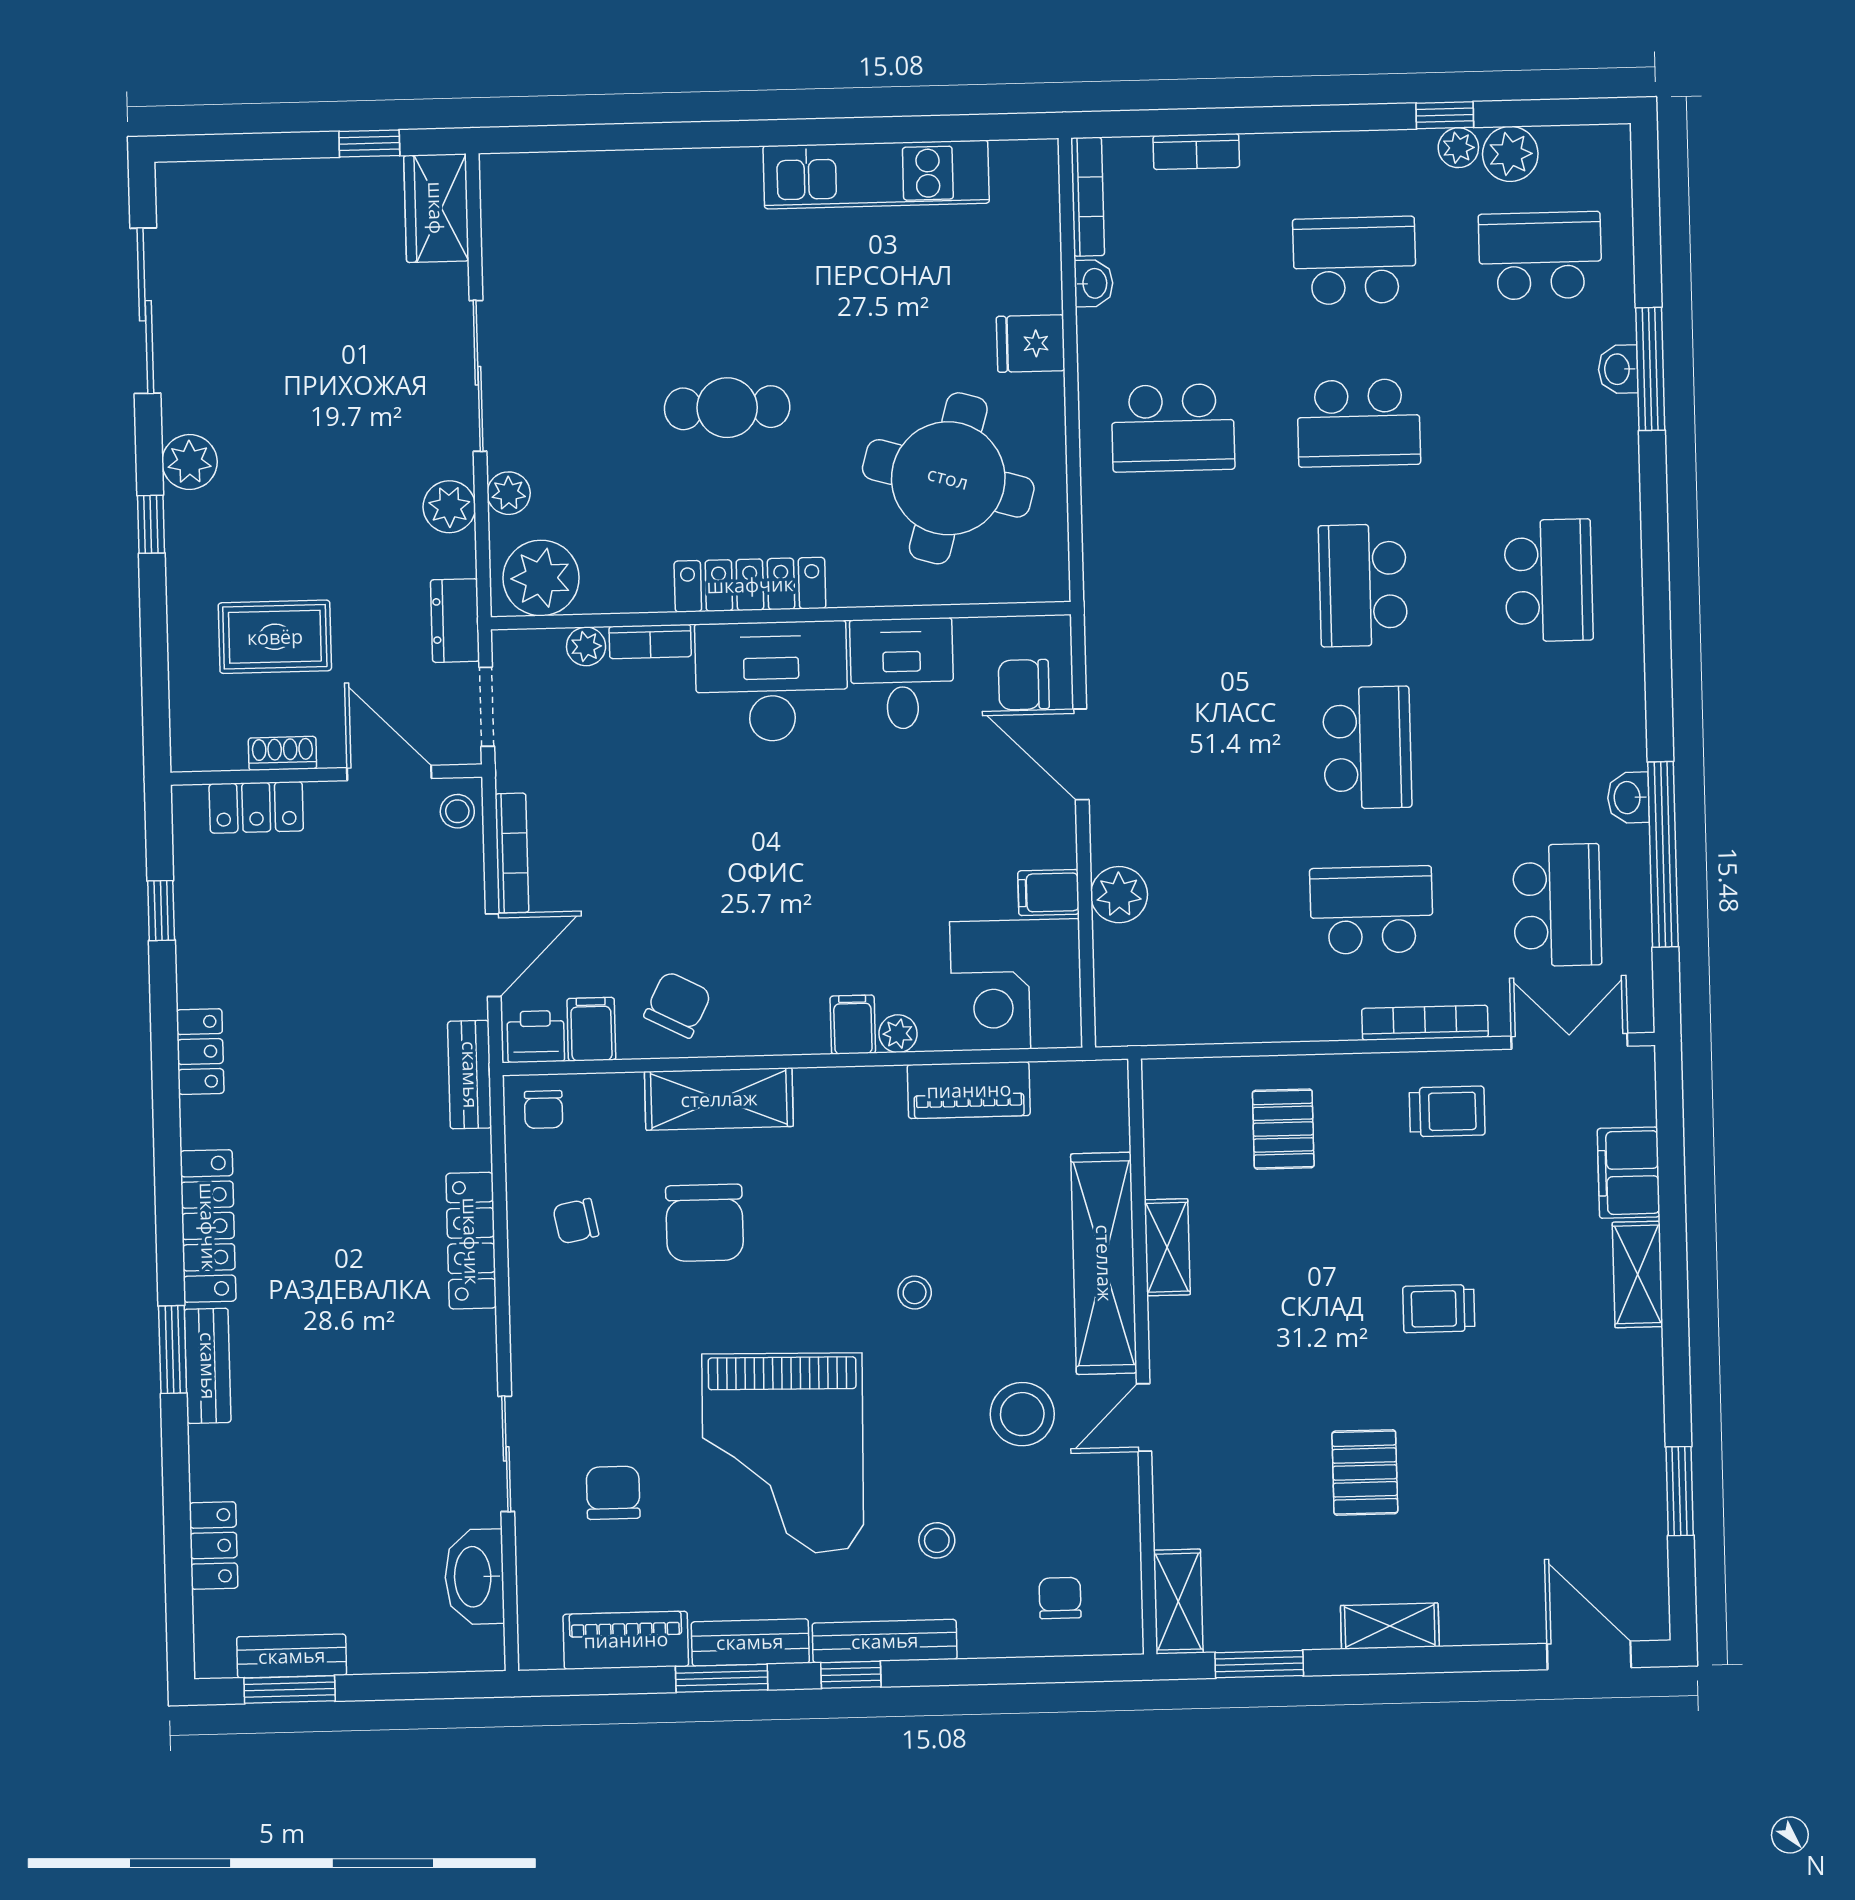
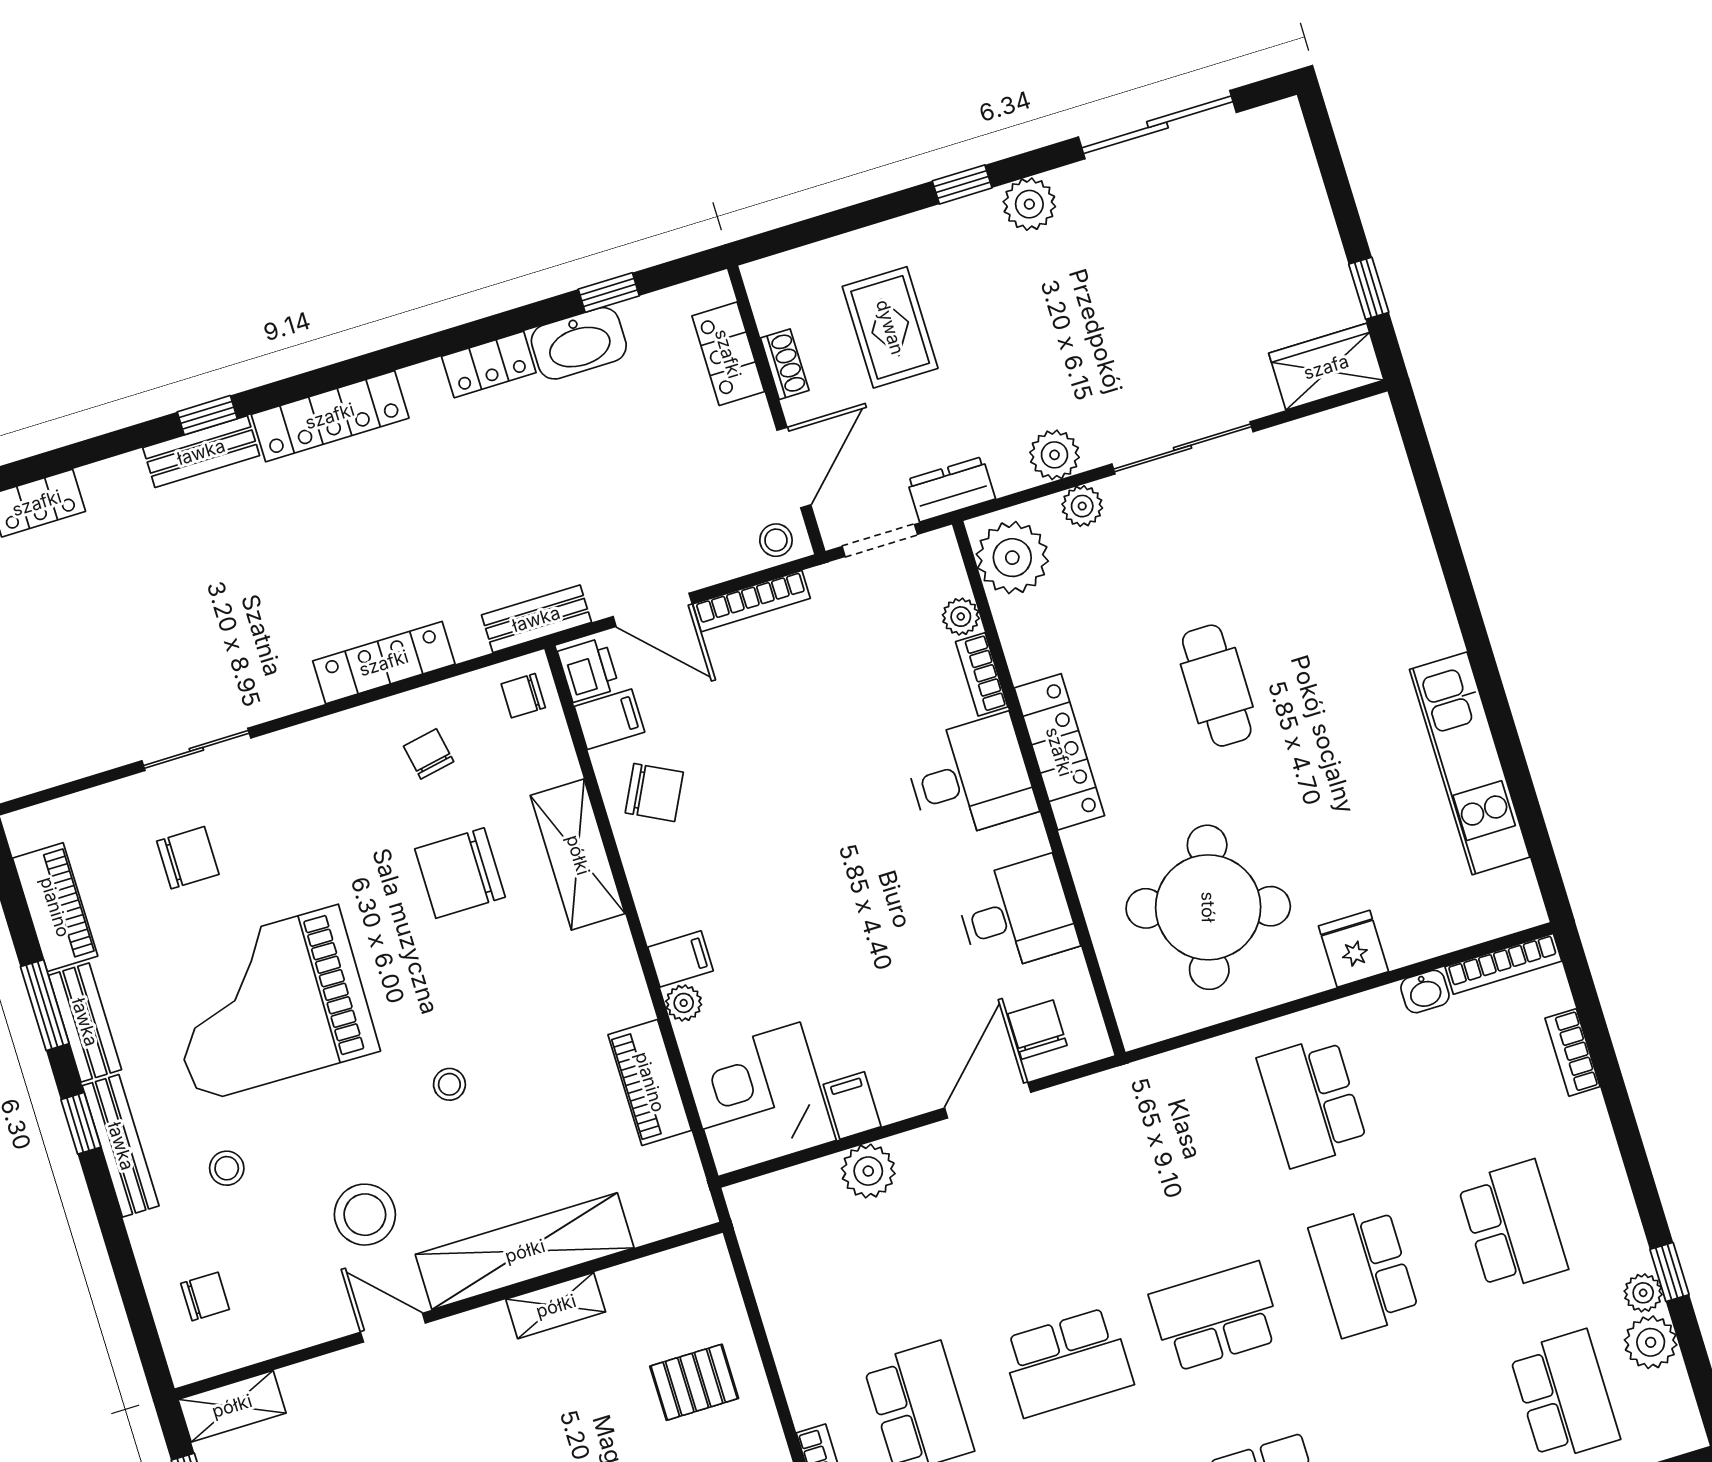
desk: (772, 681) -> (970, 778), width x0.73
window: (173, 1349) -> (207, 415), width x0.67
washbasin: (474, 1577) -> (579, 343), moved, turned 180

